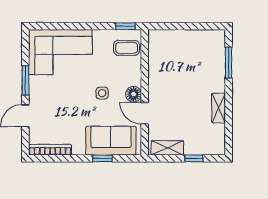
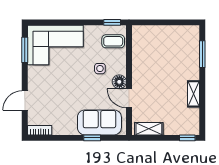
window: (25, 80) -> (25, 50), moved
side table: (102, 93) -> (100, 69), moved
bookcase: (50, 150) -> (40, 130), width x0.64
window: (194, 158) -> (187, 138), moved

